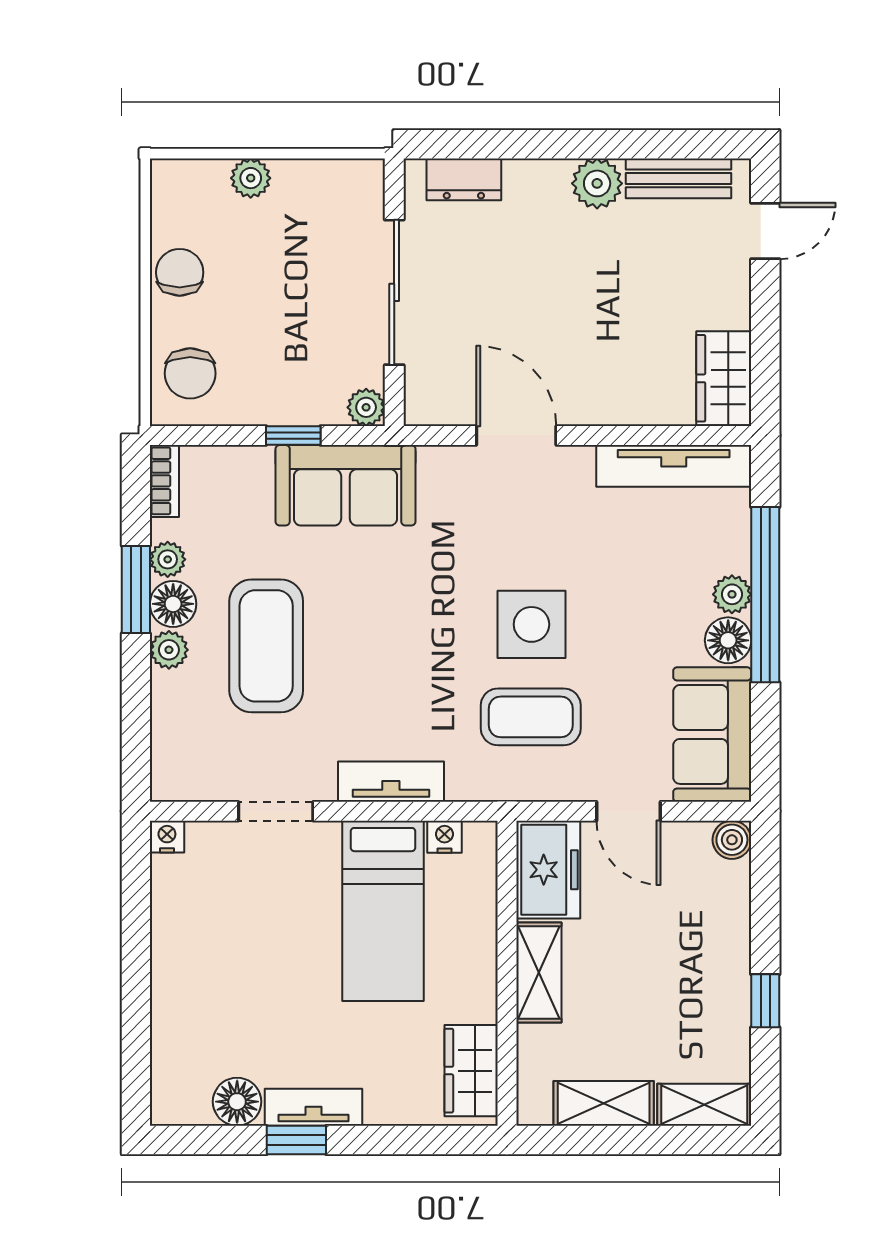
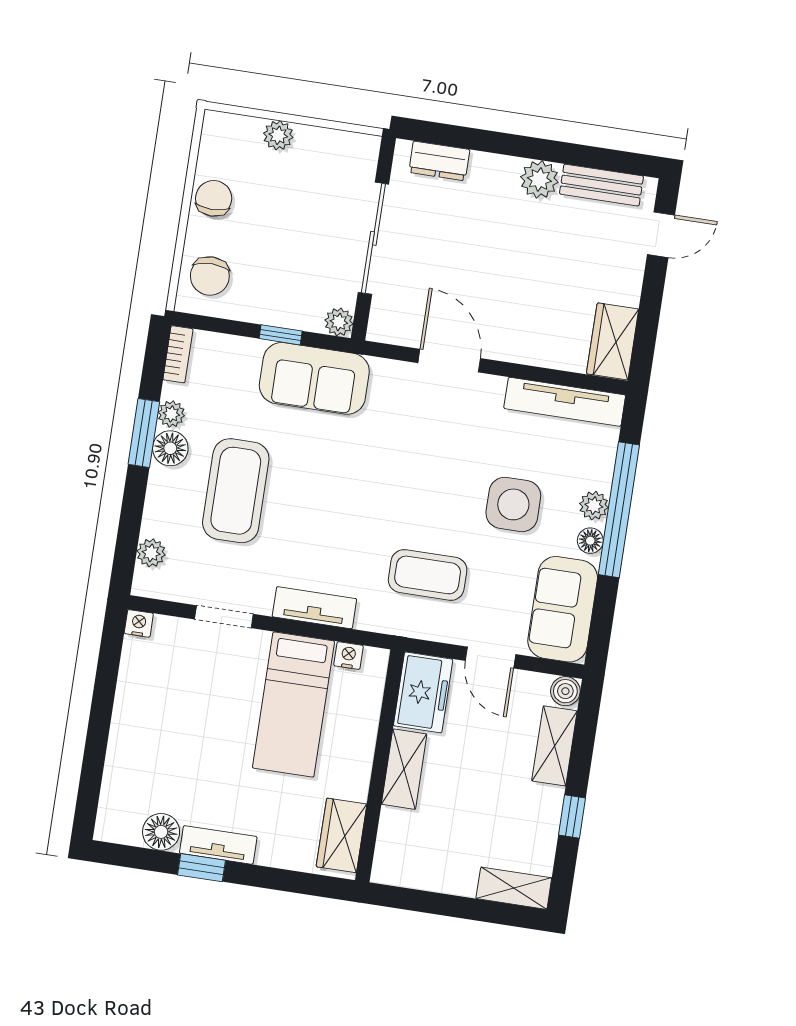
side table: (531, 624) -> (513, 504), moved
floor lamp: (728, 640) -> (590, 541), width x0.73, depth x0.73
plant: (169, 650) -> (151, 553), moved
shelving: (604, 1103) -> (554, 746), moved, turned 90

